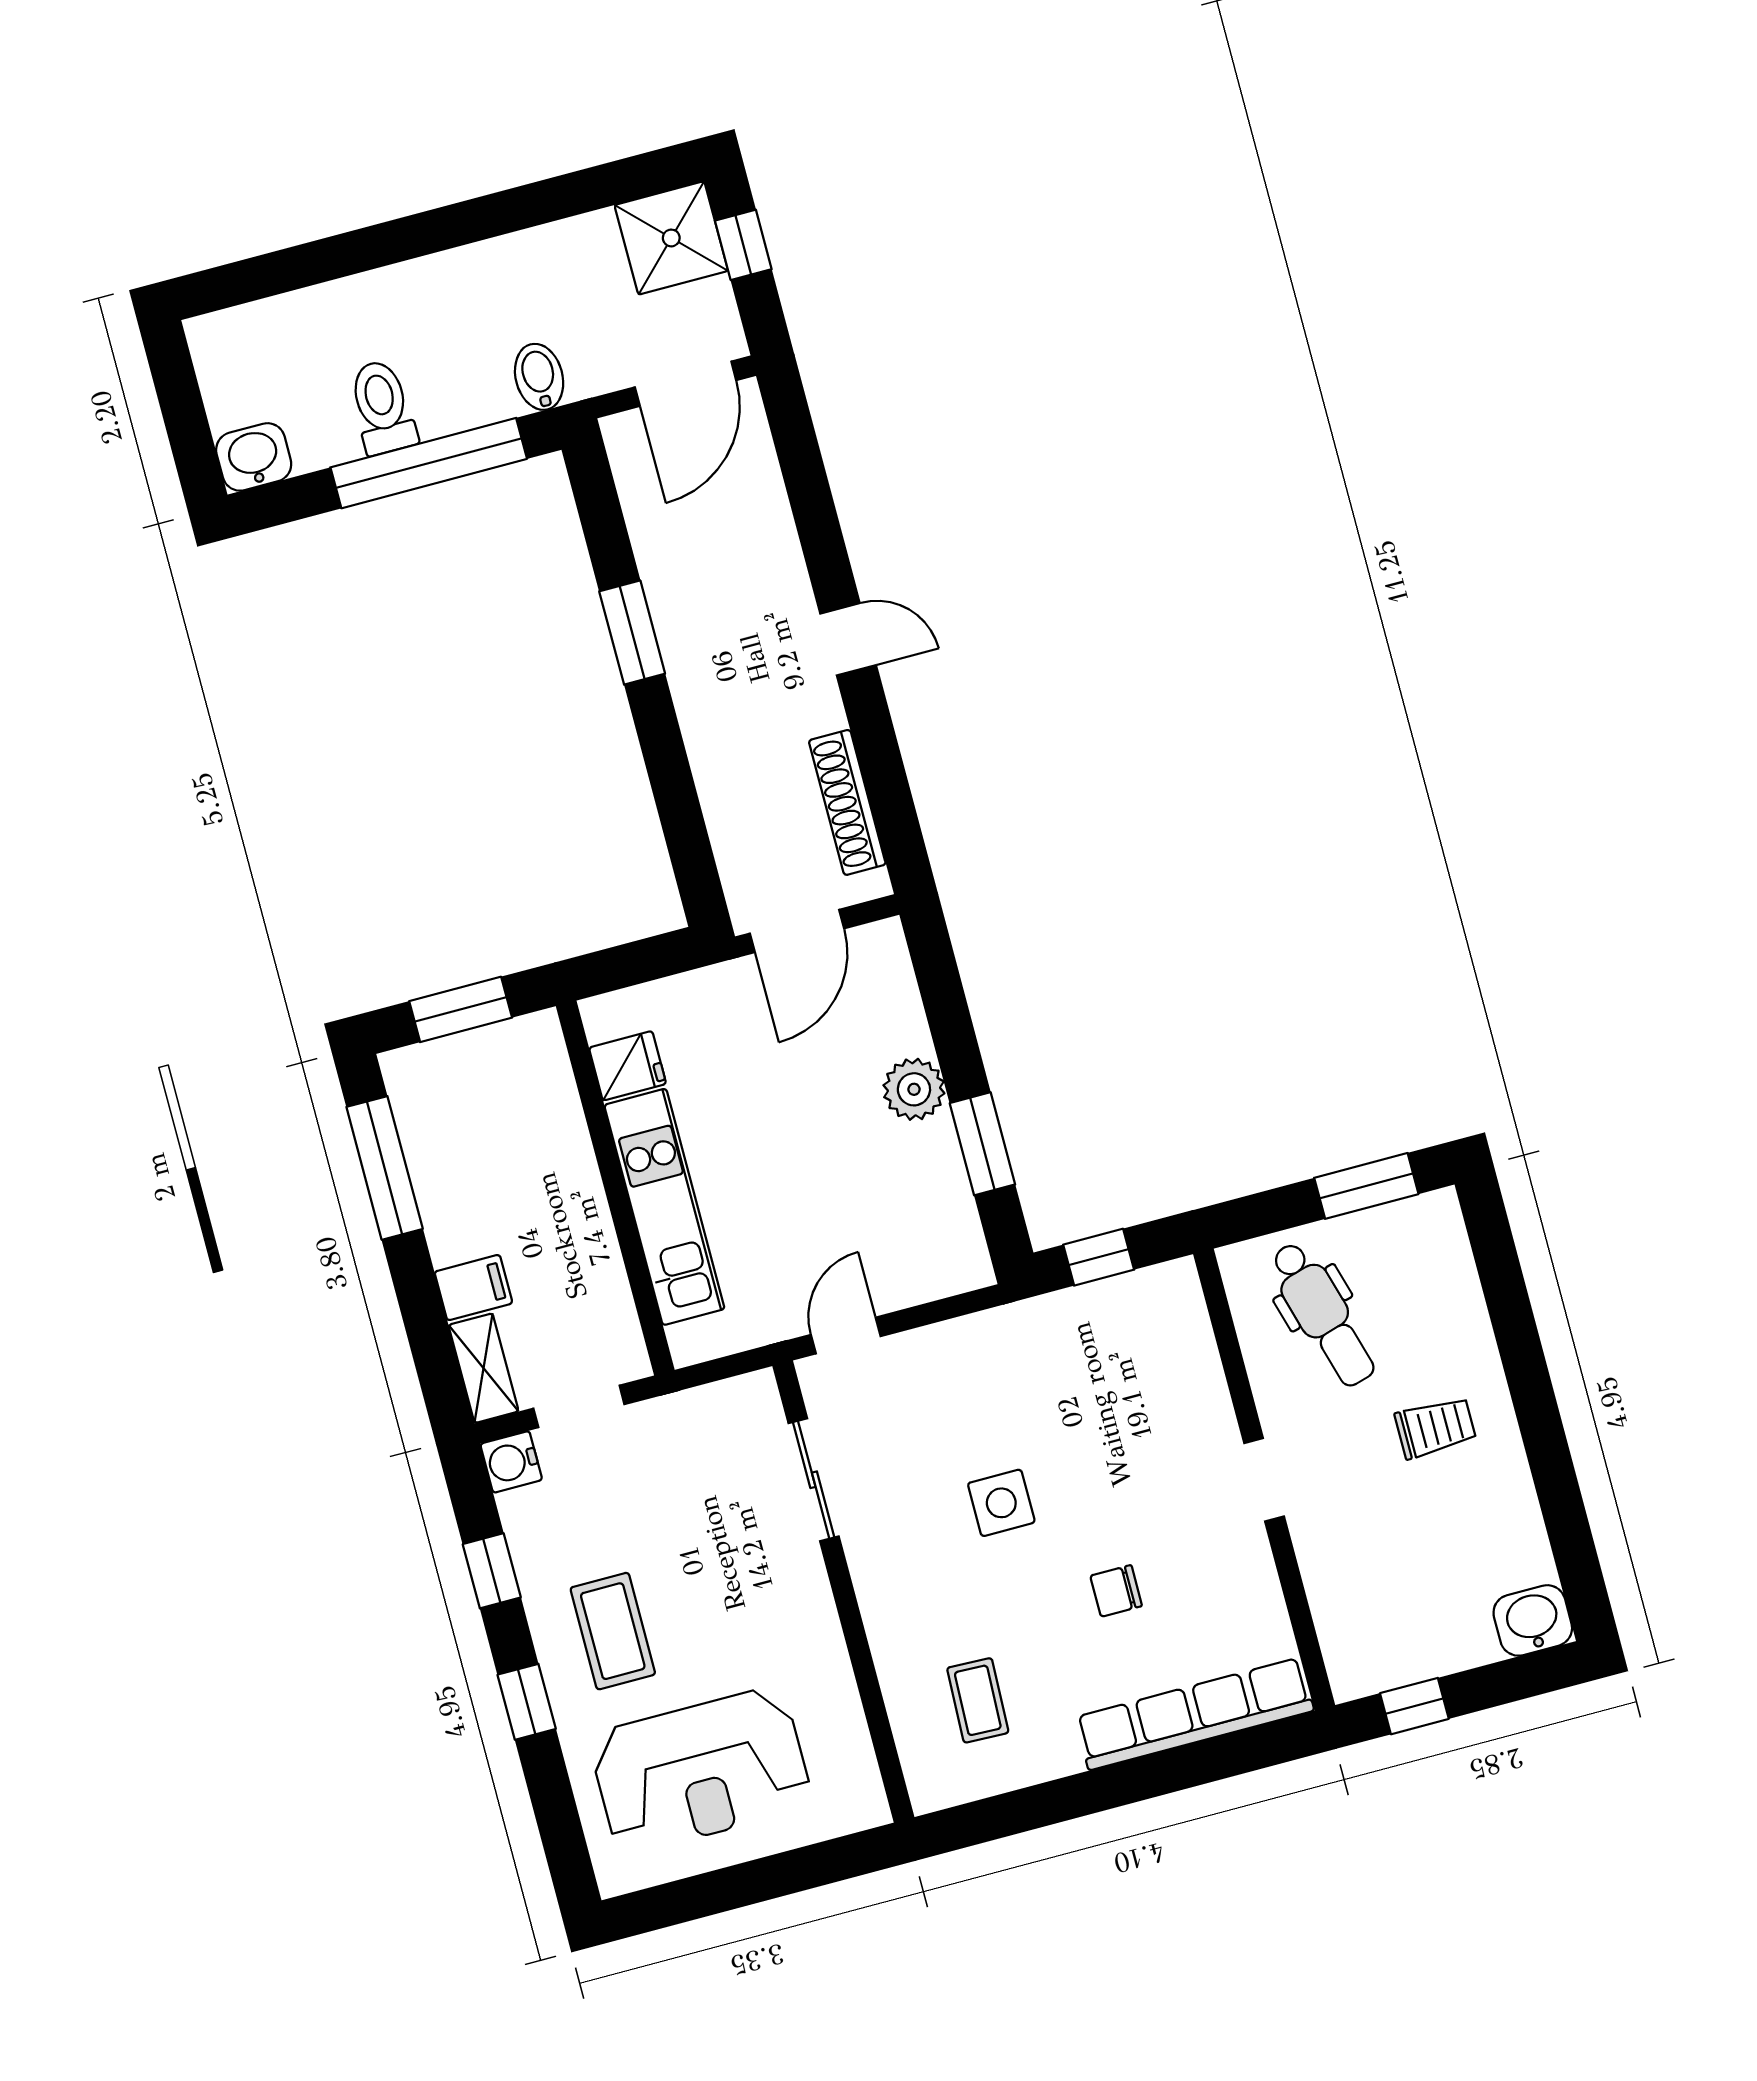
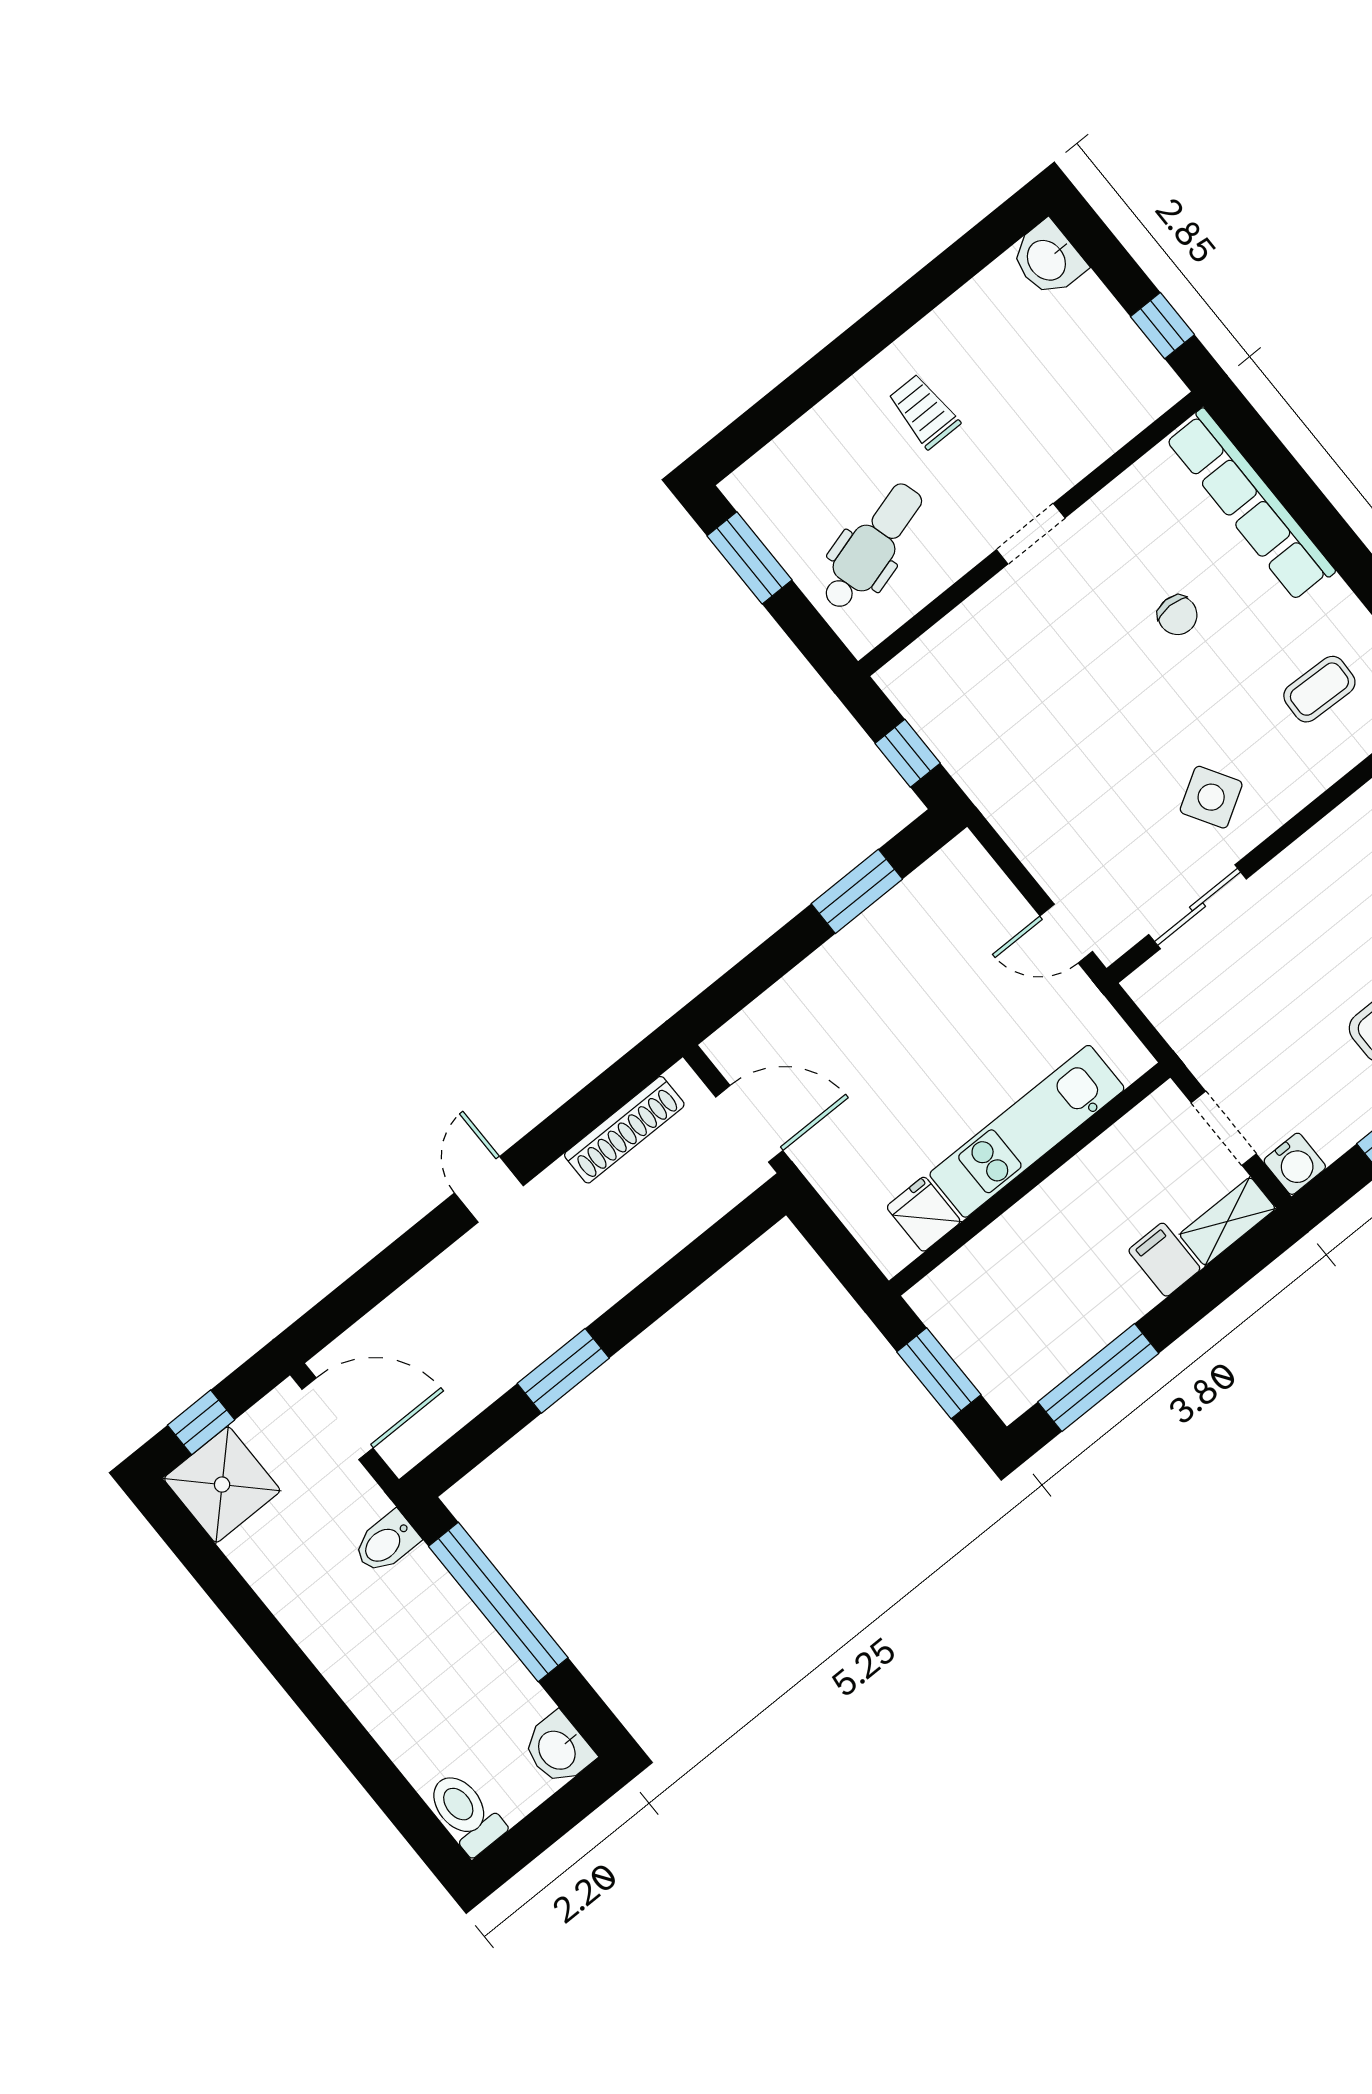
toilet: (382, 407) -> (465, 1813), moved, turned 90
plant: (914, 1089) -> (837, 968), removed
side table: (1001, 1503) -> (1211, 797), moved, turned -31

